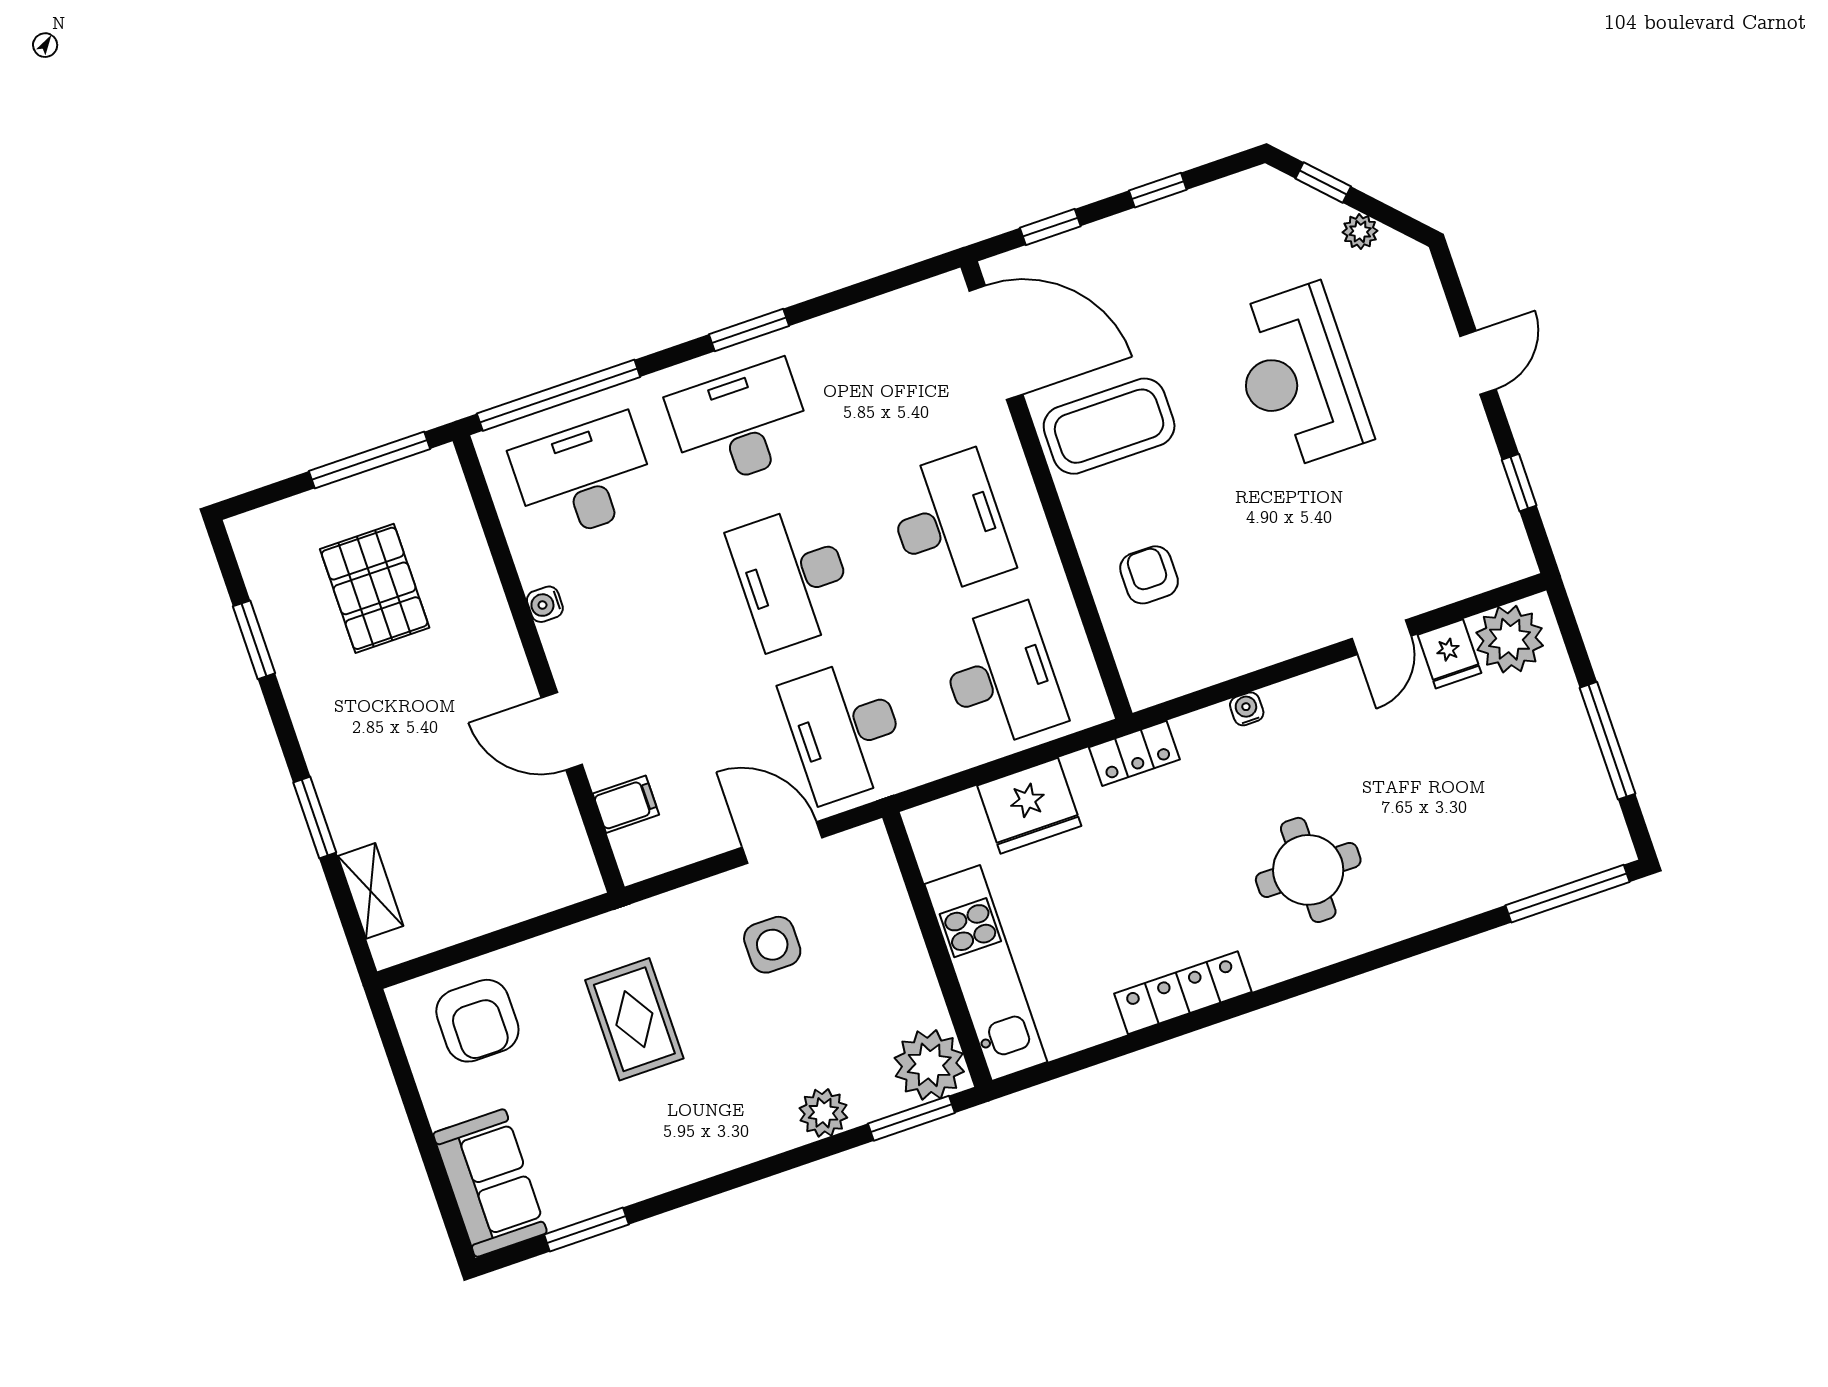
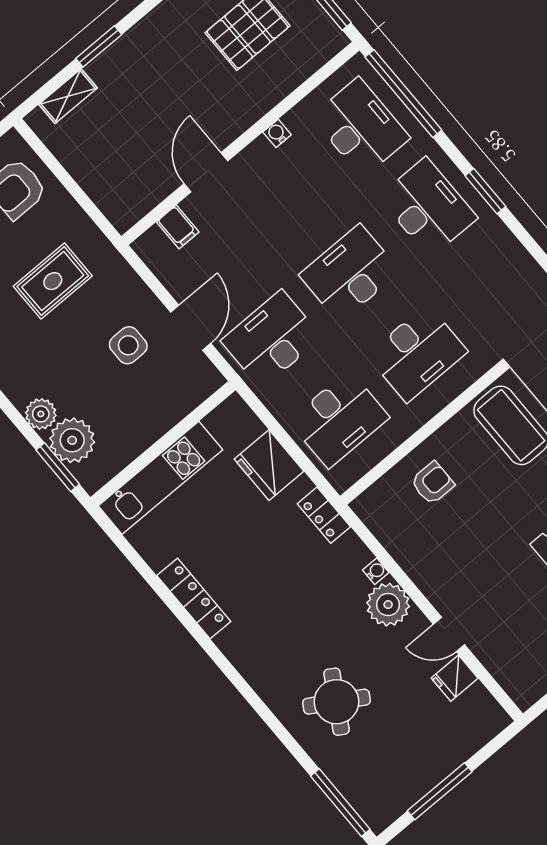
plant: (1510, 639) -> (388, 605), moved
round table: (1308, 870) -> (337, 702), moved, turned 31
plant: (929, 1065) -> (72, 440), moved

